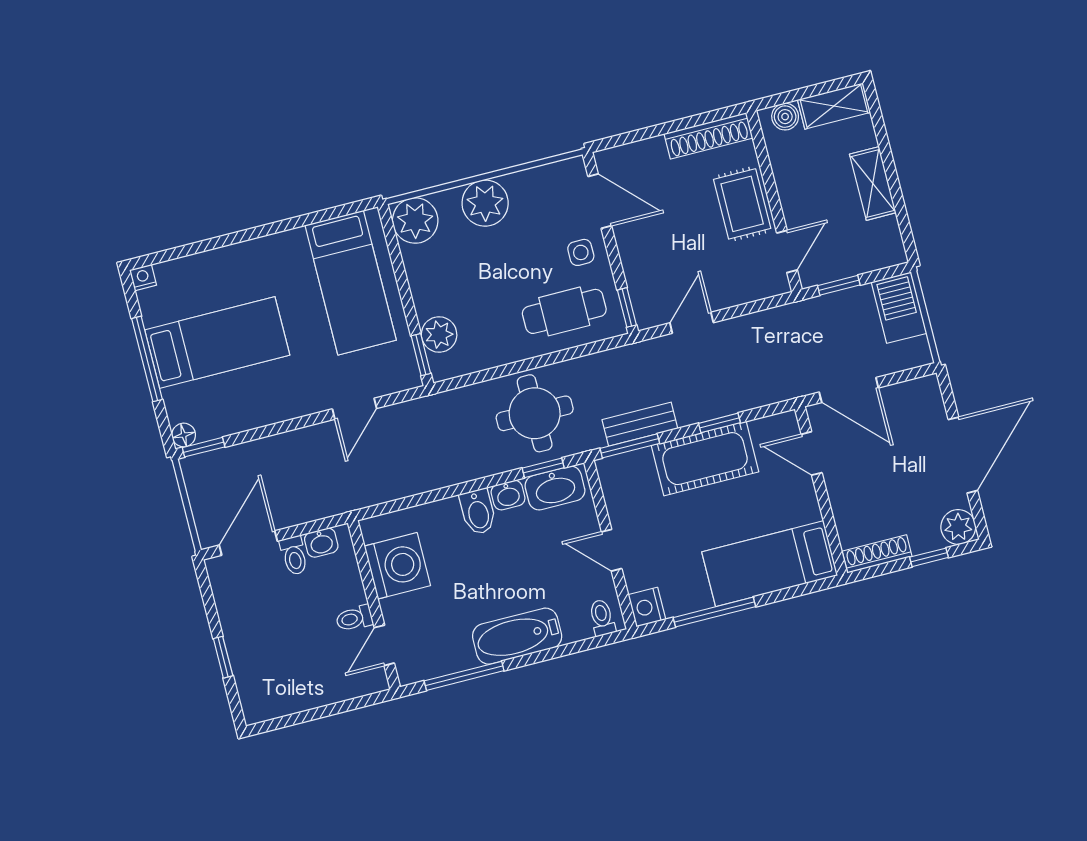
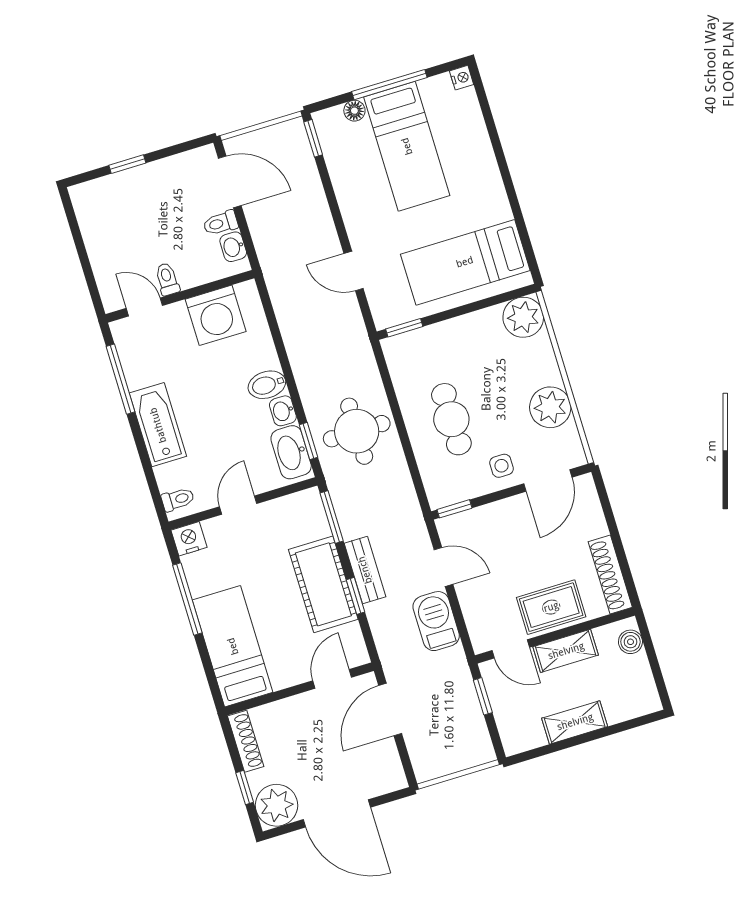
shelving: (834, 106) -> (566, 651), moved, turned 90
plant: (485, 203) -> (550, 407), moved
barbecue: (899, 308) -> (436, 621), moved, turned -90
cafe table: (564, 311) -> (451, 419), moved
plant: (439, 335) -> (423, 343), removed
bench: (640, 424) -> (365, 570), moved
floor lamp: (184, 435) -> (354, 111), moved
plant: (958, 527) -> (277, 805), width x1.36, depth x1.36

